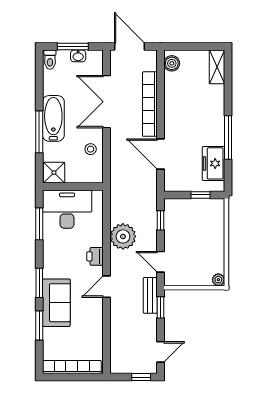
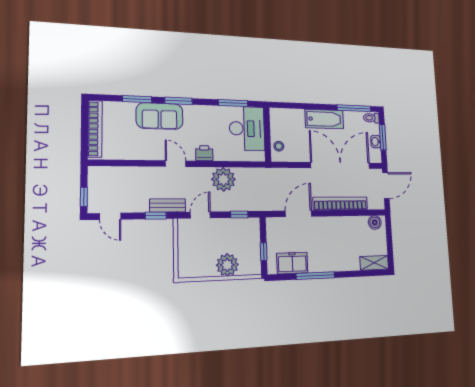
double door: (107, 102) -> (340, 165), width x1.36
window: (39, 132) -> (354, 108), moved
stool: (91, 149) -> (279, 146), moved
shower: (54, 173) -> (279, 118), removed
plant: (218, 280) -> (227, 265), moved, width x1.88, depth x1.88

